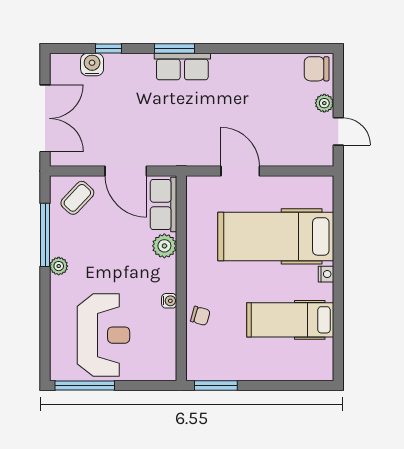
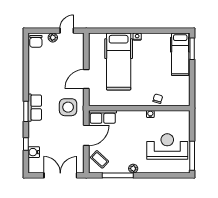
side table: (183, 134) -> (68, 107), added
plant: (164, 246) -> (123, 116), removed
hospital bed: (290, 320) -> (180, 54), moved
window: (216, 386) -> (192, 49), moved

